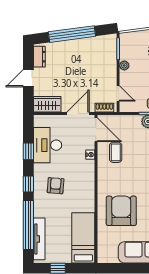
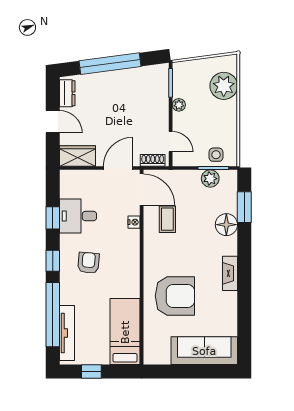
door: (28, 78) -> (53, 122), swing flipped
desk: (48, 145) -> (78, 216), width x0.73
armchair: (121, 211) -> (175, 296), turned 90

